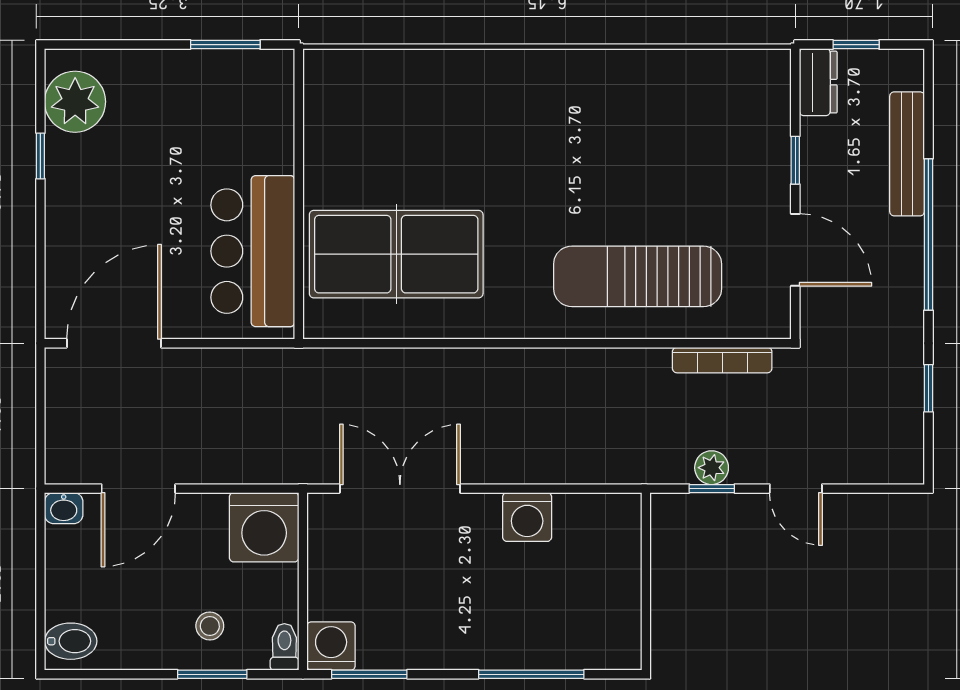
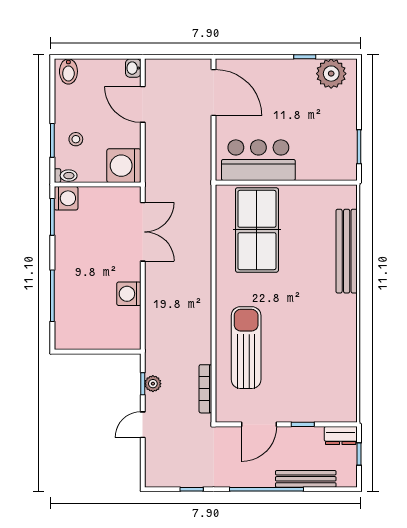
bench: (440, 70) -> (347, 251), added

